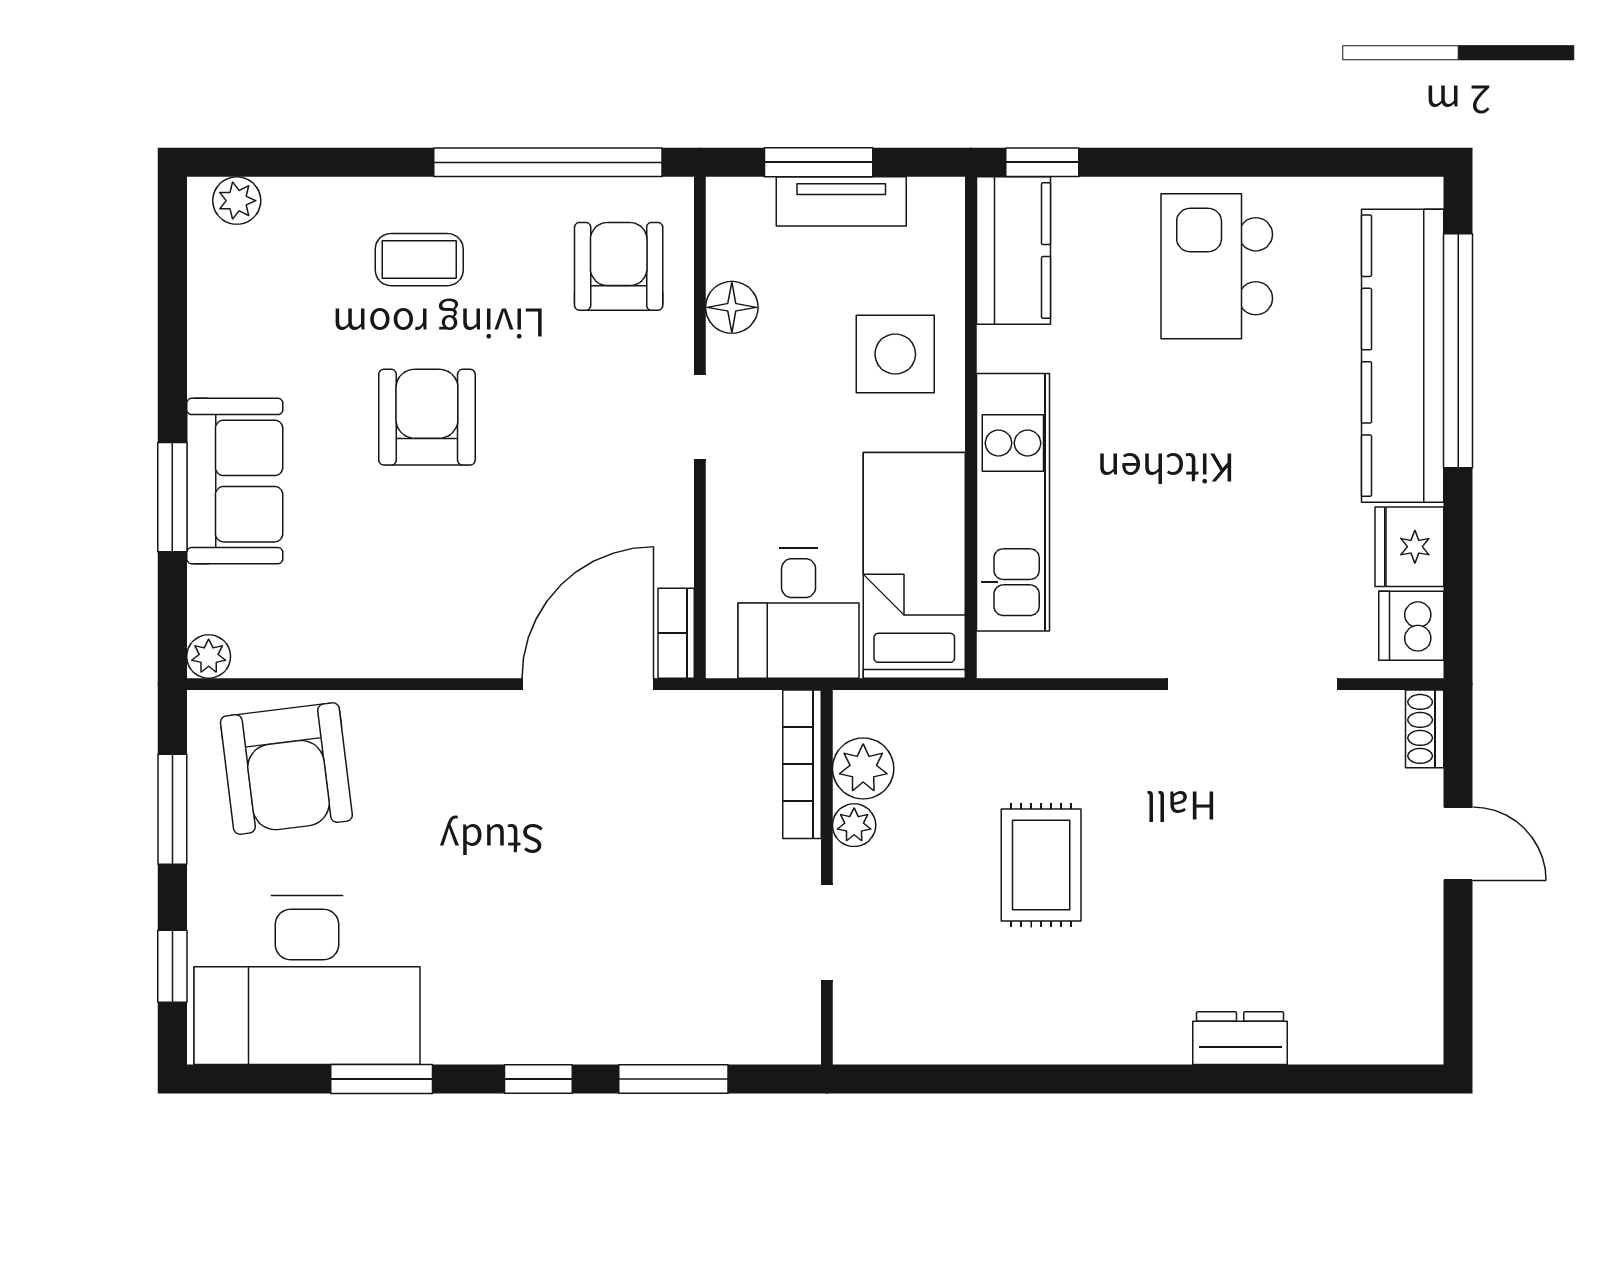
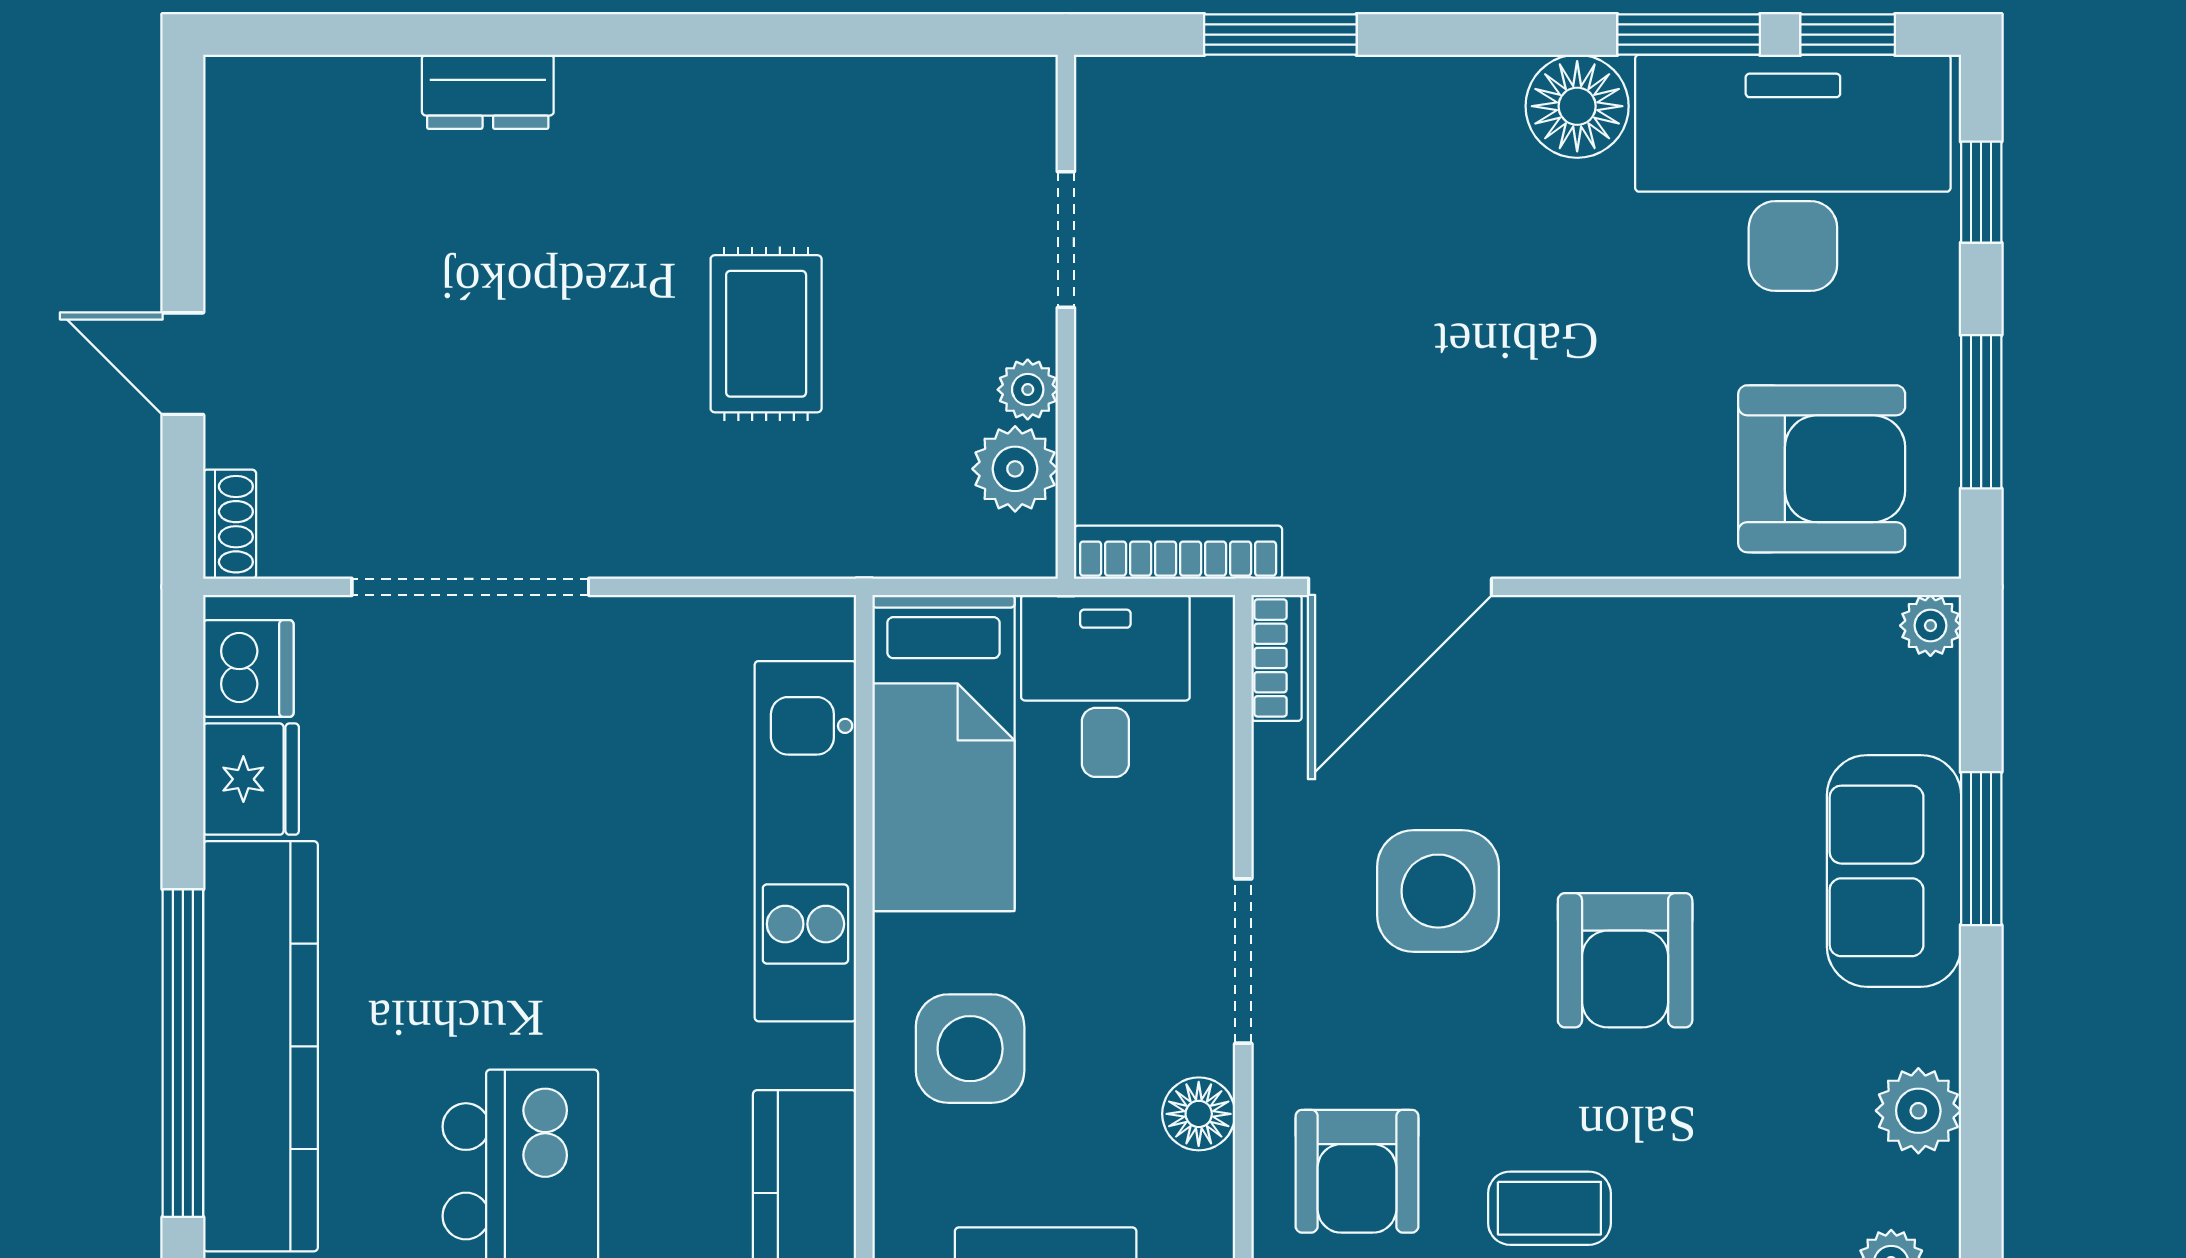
coffee table: (419, 260) -> (1549, 1208), moved
plant: (217, 310) -> (1918, 1111), added
doorway: (700, 417) -> (1243, 961), width x1.38
side table: (561, 467) -> (1438, 891), added
bookcase: (802, 764) -> (1178, 552), moved, turned -90
armchair: (286, 769) -> (1822, 469), turned 97
floor lamp: (461, 1028) -> (1577, 106), added
window: (538, 1079) -> (1848, 35), moved

